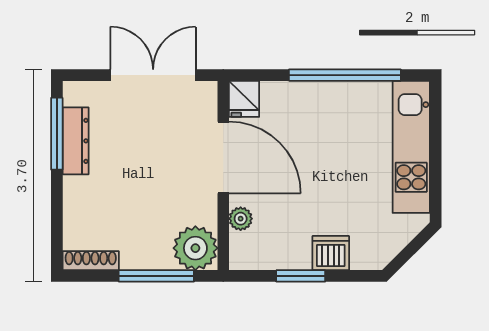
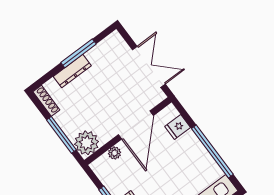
fridge: (244, 99) -> (178, 127), moved
window: (57, 134) -> (78, 53), moved
dresser: (76, 141) -> (72, 71), moved

